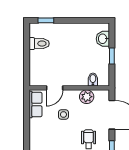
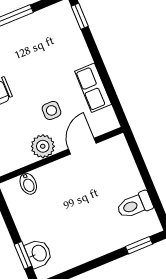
window: (112, 56) -> (23, 255), moved
plant: (87, 97) -> (43, 146), moved
row of seats: (35, 105) -> (93, 88), moved

